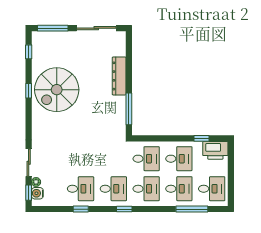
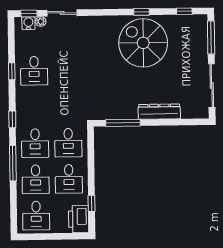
desk: (113, 189) -> (35, 107), removed
window: (192, 209) -> (13, 163), moved

